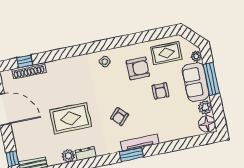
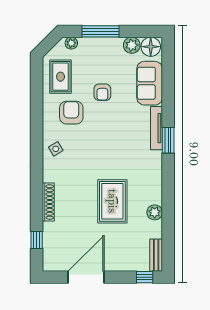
shoe rack: (29, 71) -> (48, 202), moved
sofa: (196, 82) -> (150, 83), moved, turned 90
armchair: (160, 91) -> (102, 92), turned 90
armchair: (120, 116) -> (122, 145), removed
dresser: (86, 153) -> (156, 192), removed

